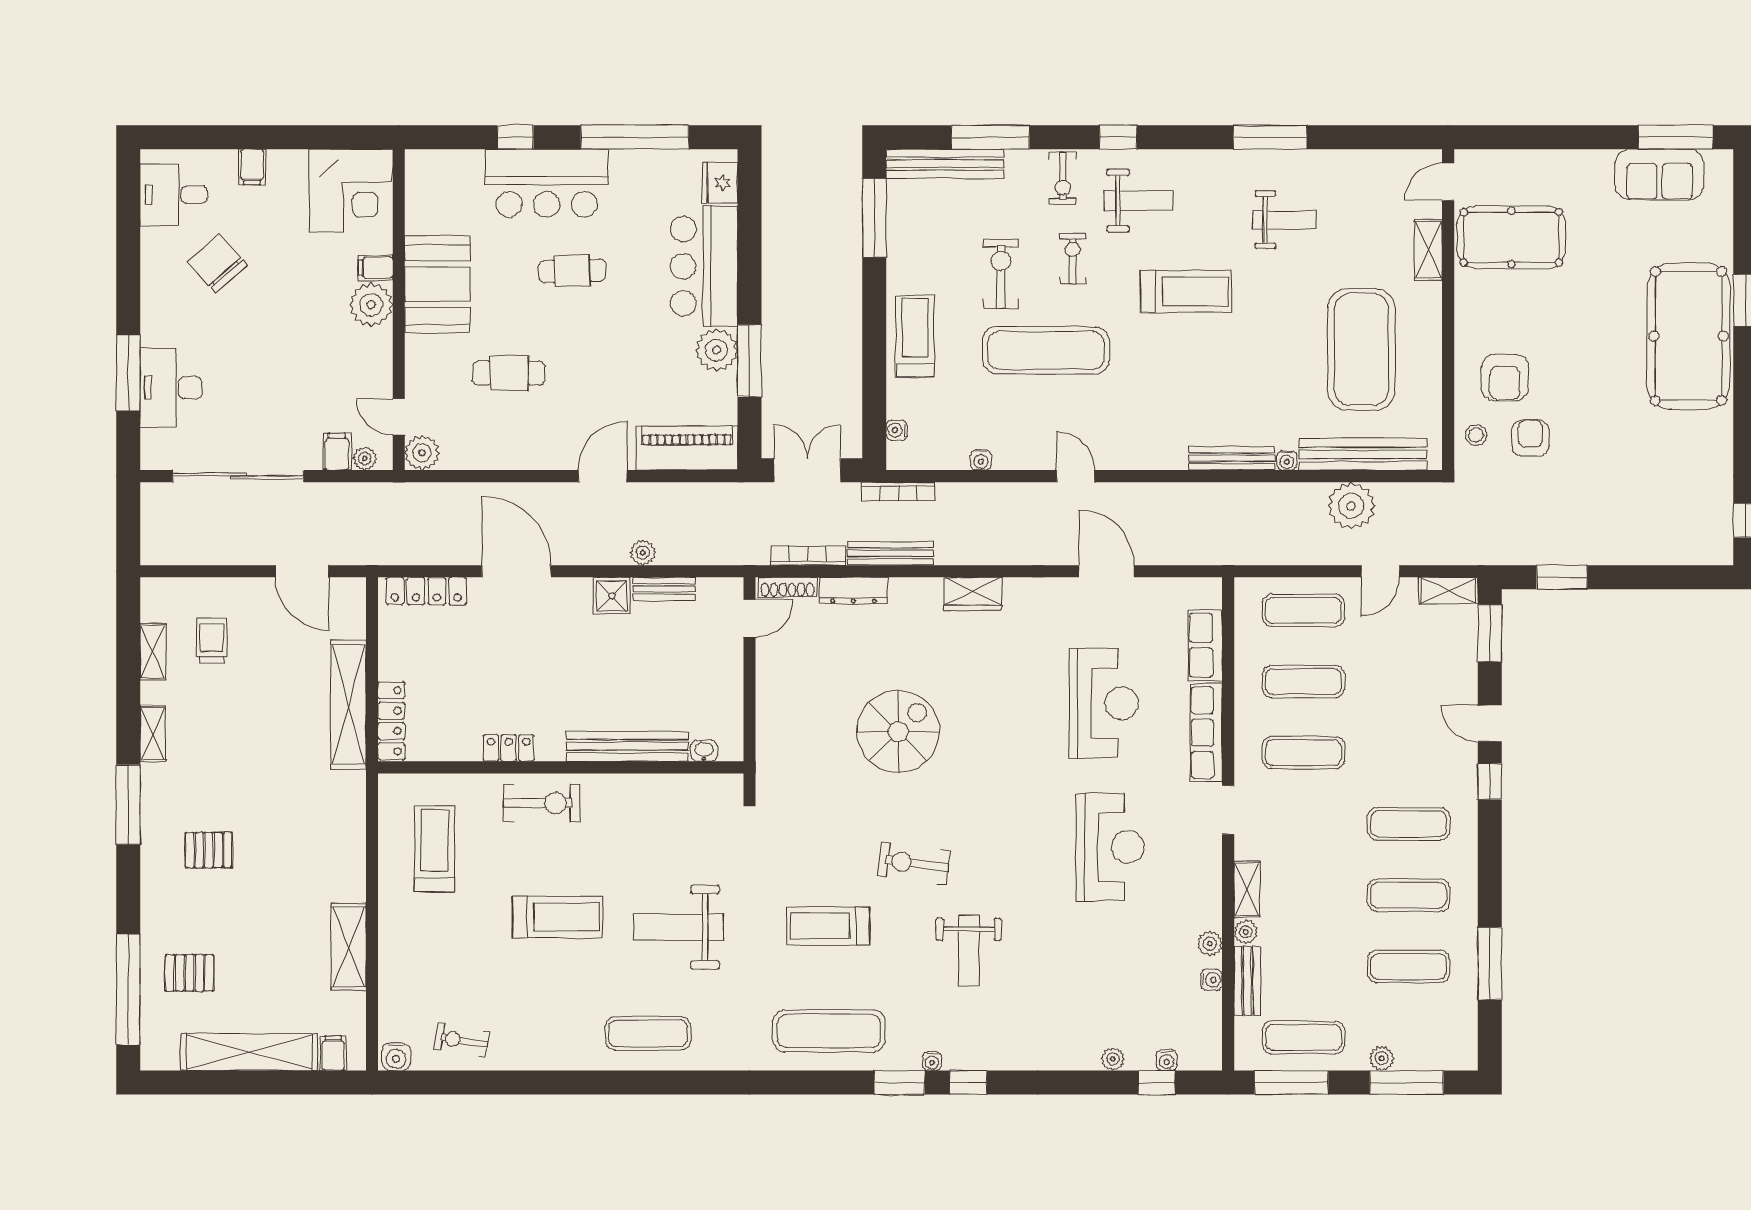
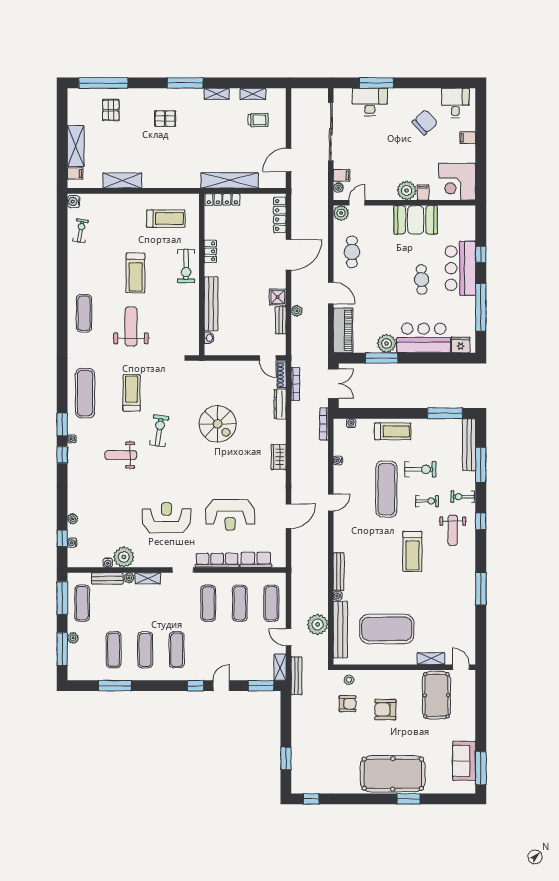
weight bench: (1285, 220) -> (444, 595), removed
cafe table: (509, 373) -> (352, 252), moved
armchair: (1505, 378) -> (385, 710), moved
bench: (890, 553) -> (297, 676), moved
window: (1562, 577) -> (286, 758), moved
reception desk: (1110, 847) -> (166, 518), turned 180
pallet: (209, 850) -> (165, 119), turned 90
plant: (1210, 944) -> (124, 557), width x1.88, depth x1.88
shelving: (249, 1052) -> (76, 146), width x0.68

